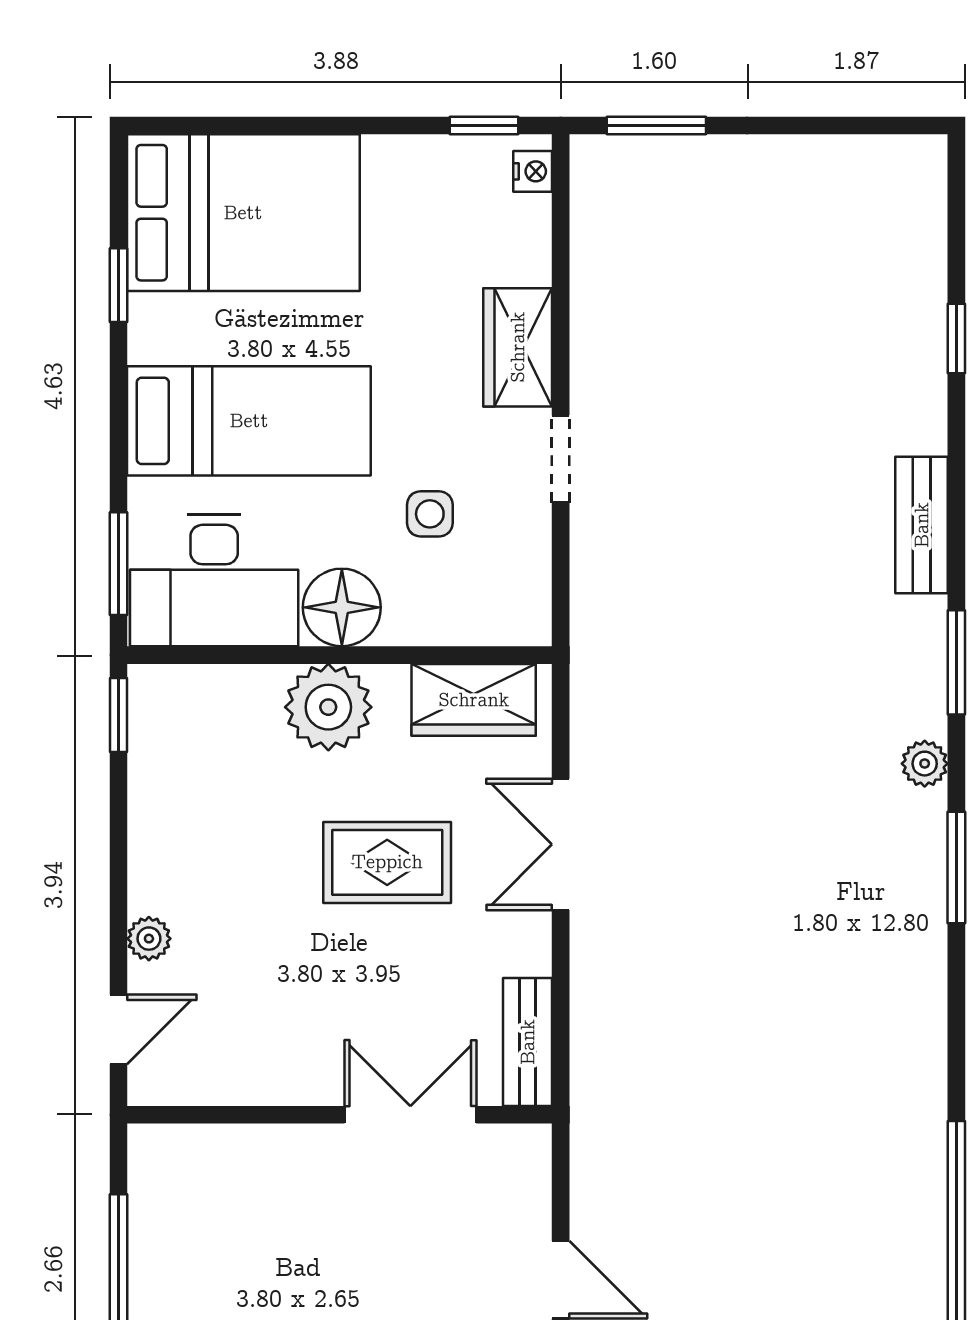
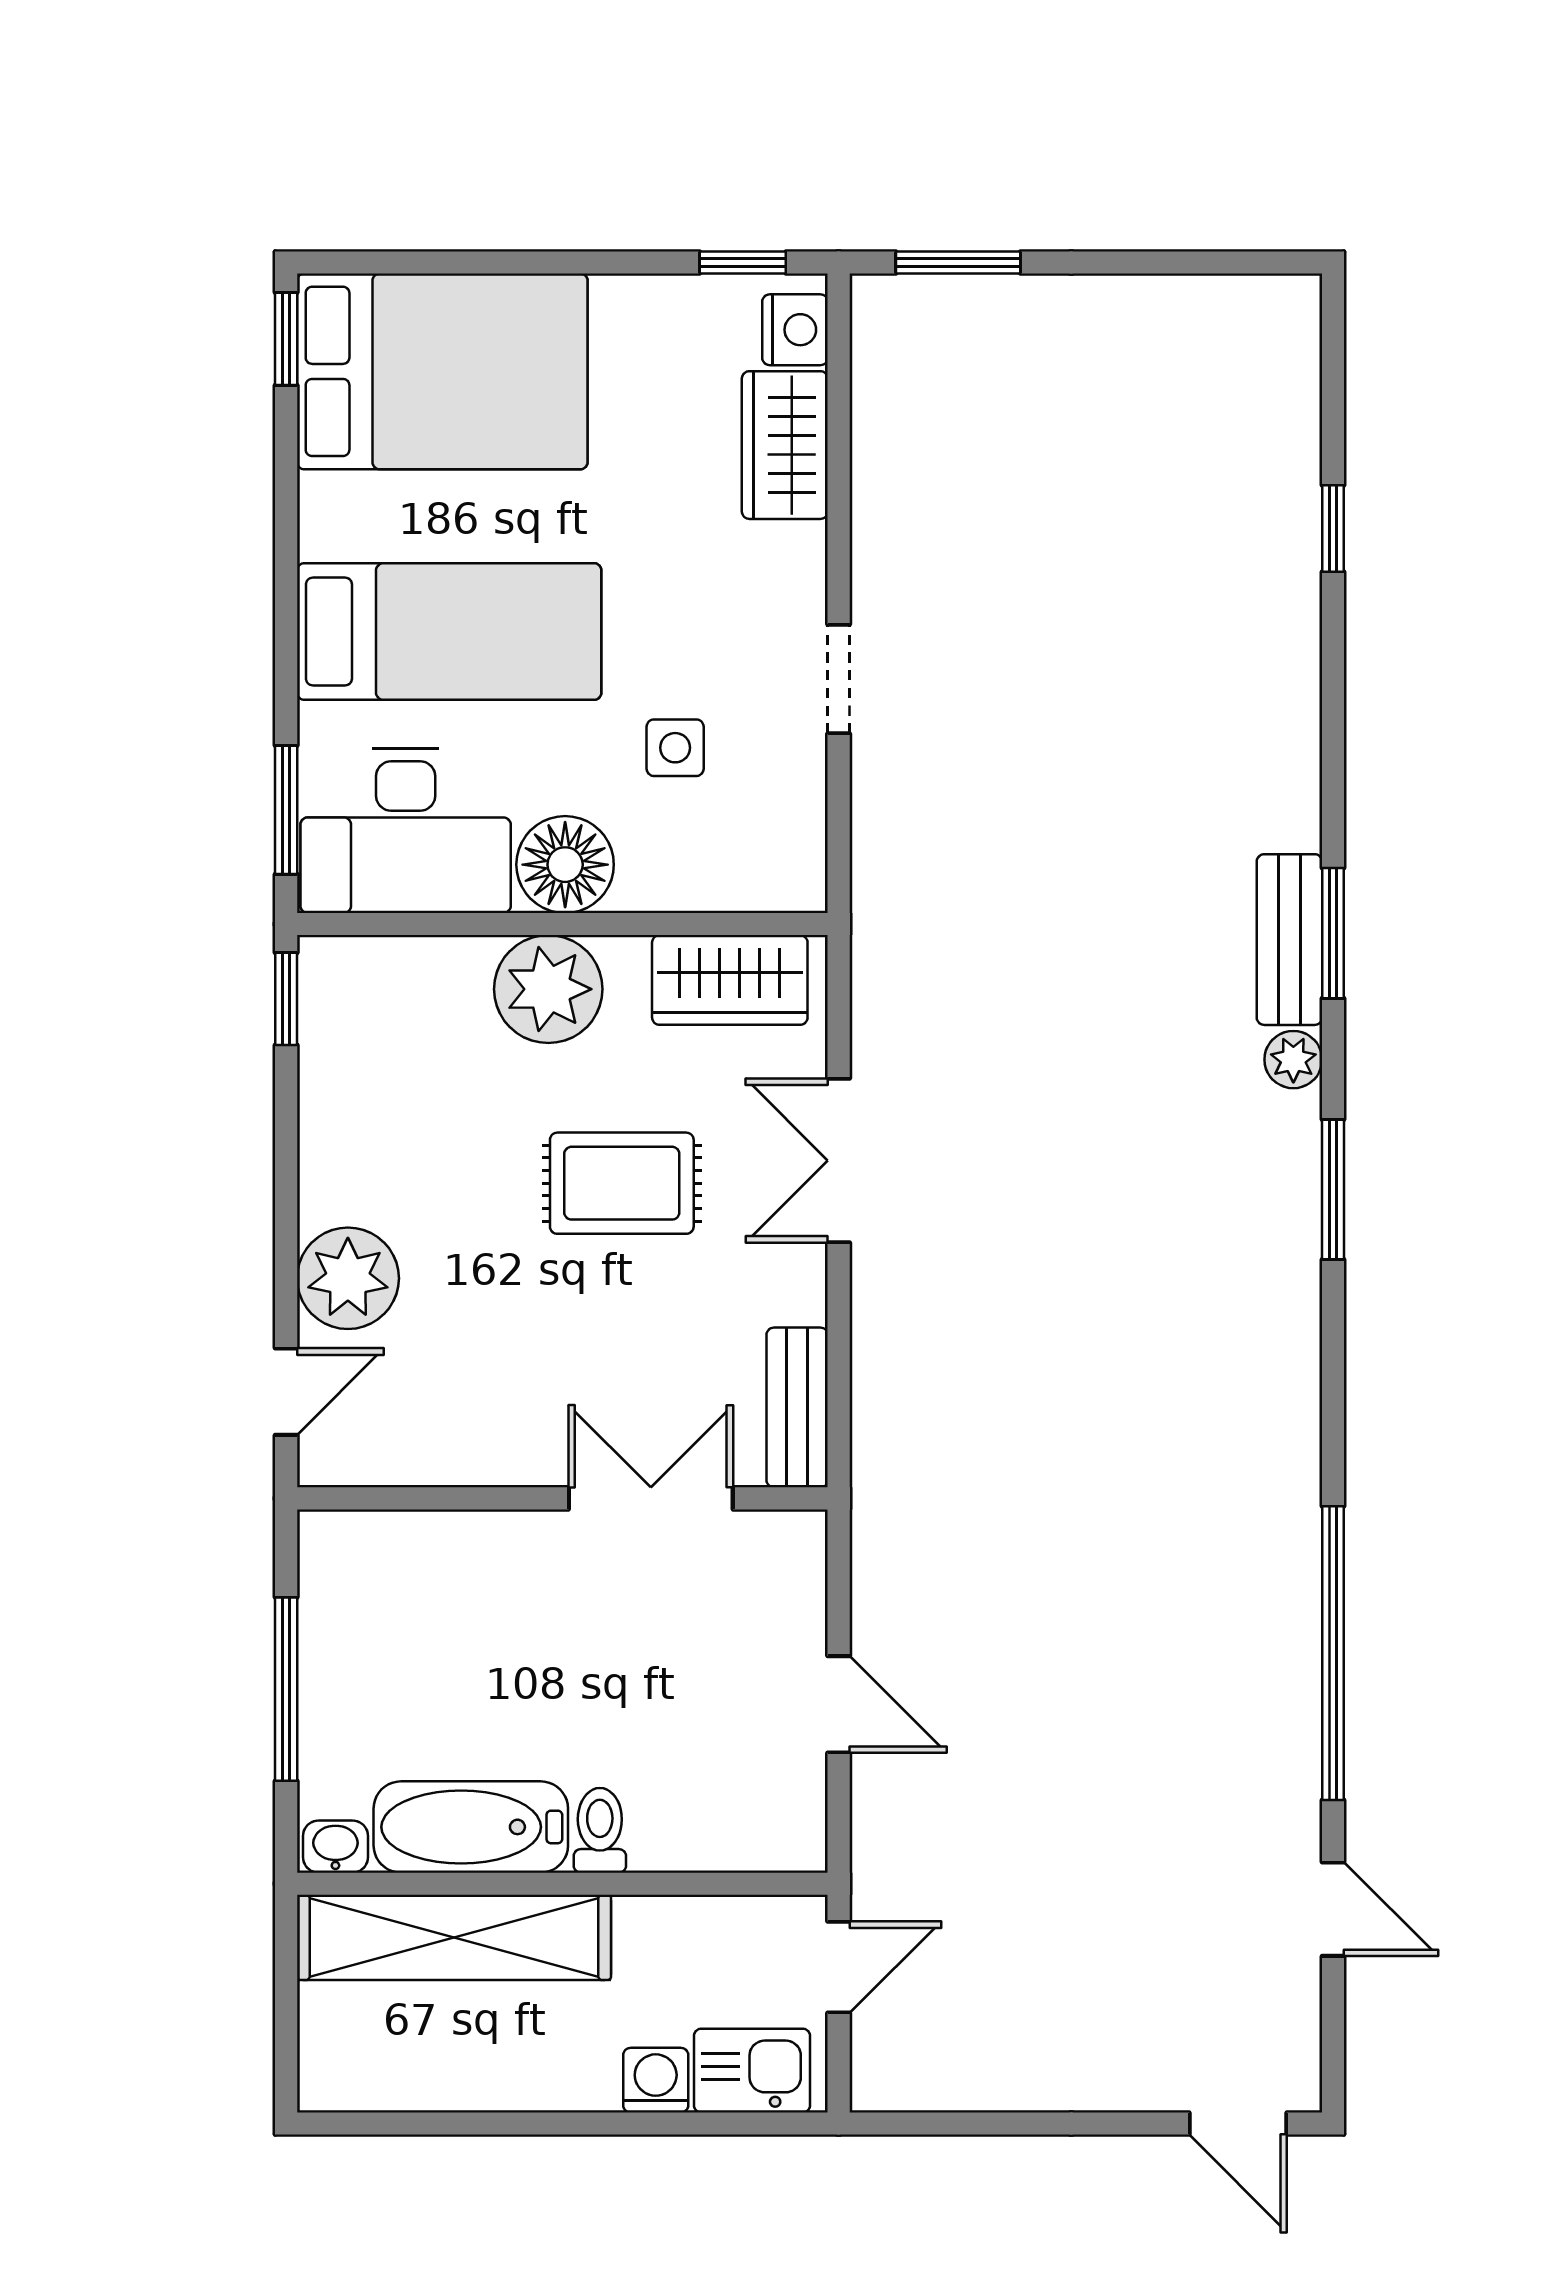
nightstand: (533, 171) -> (795, 330), width x1.39, depth x1.35
window: (118, 285) -> (286, 339), moved
wardrobe: (518, 347) -> (785, 445), moved
bench: (922, 525) -> (1289, 940), moved
plant: (149, 939) -> (348, 1278), width x1.87, depth x1.87

